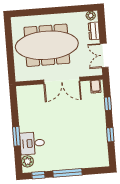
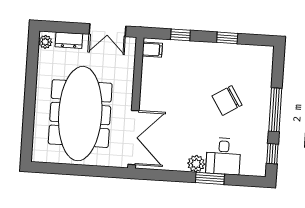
double door: (62, 80) -> (133, 138), moved
chair: (69, 140) -> (227, 100), added
plant: (27, 161) -> (196, 164), moved

